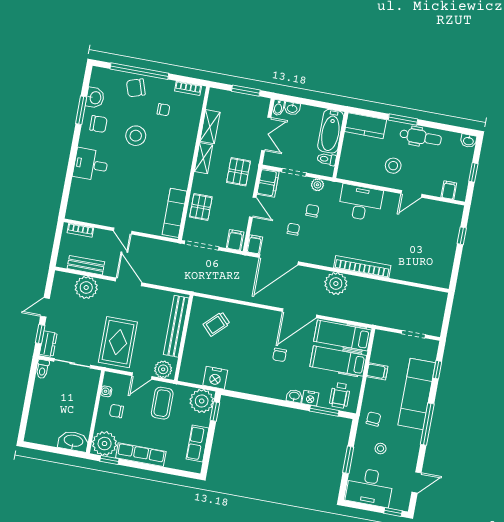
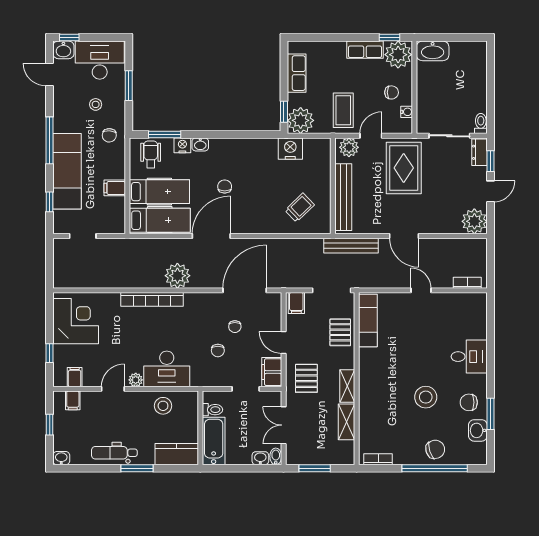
chair: (163, 110) -> (401, 431), removed
stool: (393, 166) -> (163, 406), moved
plant: (317, 185) -> (136, 380), moved
filing cabinet: (254, 244) -> (75, 377), moved, turned 180
corner desk: (433, 260) -> (76, 321), added
bench: (86, 265) -> (351, 246), moved, width x1.36
plant: (86, 288) -> (474, 221), moved
row of seats: (141, 455) -> (365, 50), width x0.68
door: (416, 482) -> (50, 75), hinge flipped
washbasin: (400, 502) -> (63, 50), added

